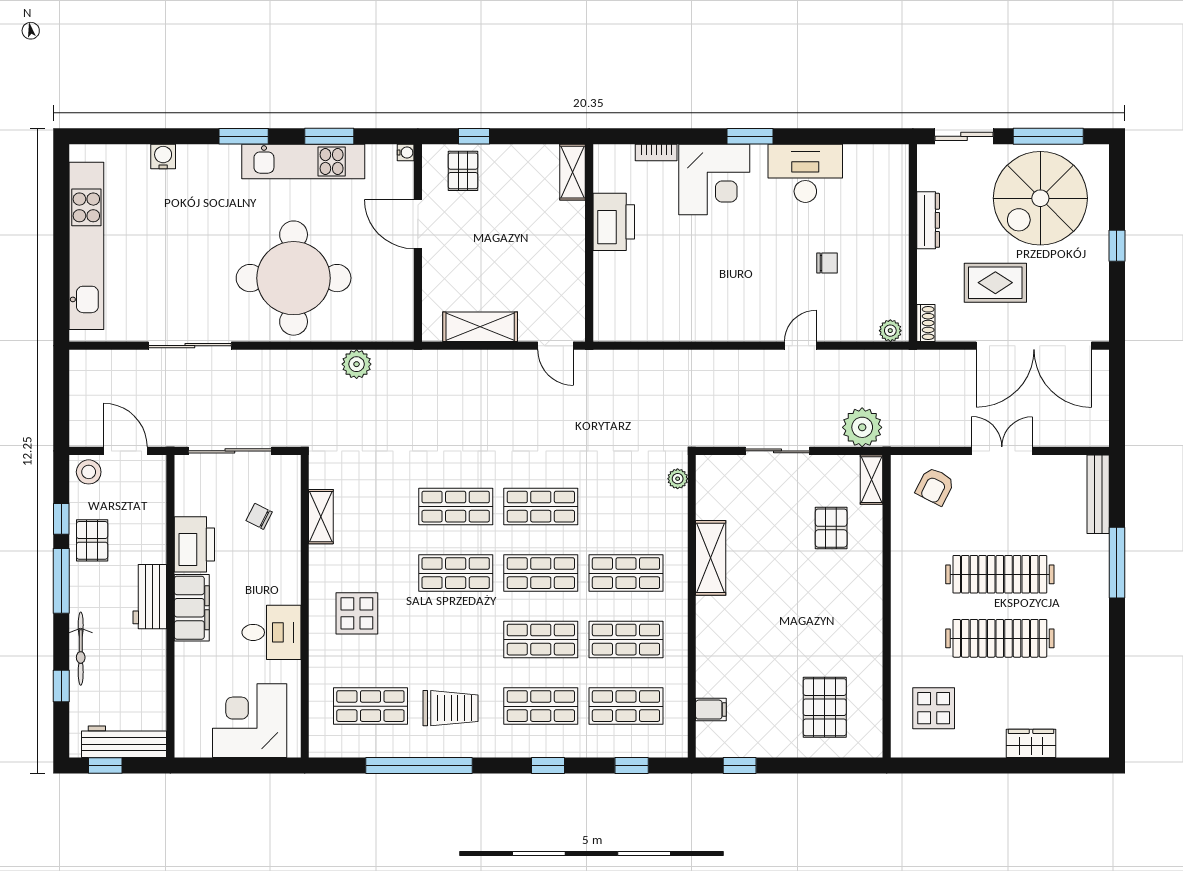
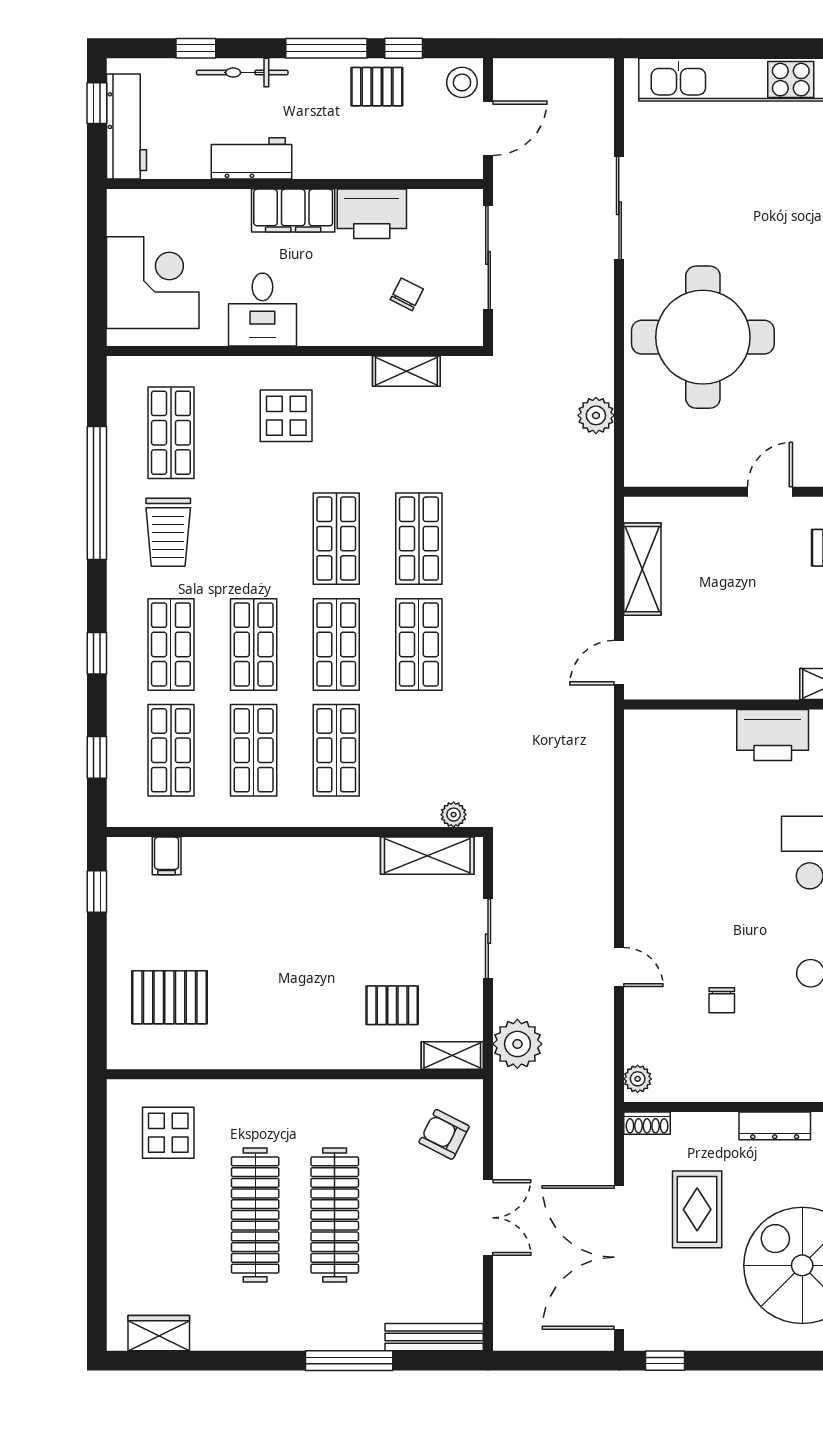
door: (418, 224) -> (770, 492), width x0.73
window: (1117, 246) -> (665, 1361), moved
shelving: (711, 558) -> (427, 856), moved
workbench: (150, 597) -> (251, 158), moved
wardrobe: (1031, 743) -> (159, 1333), moved, turned -90

